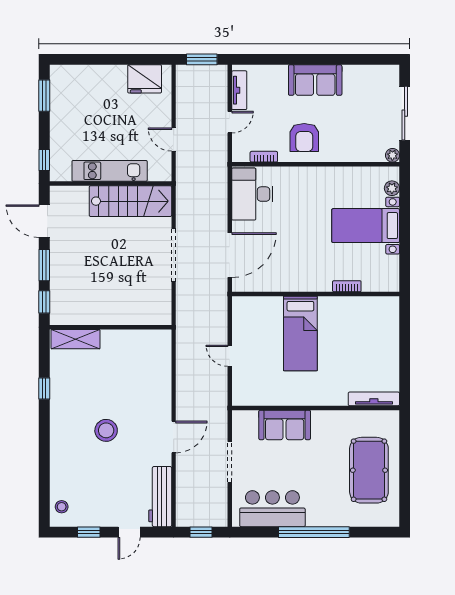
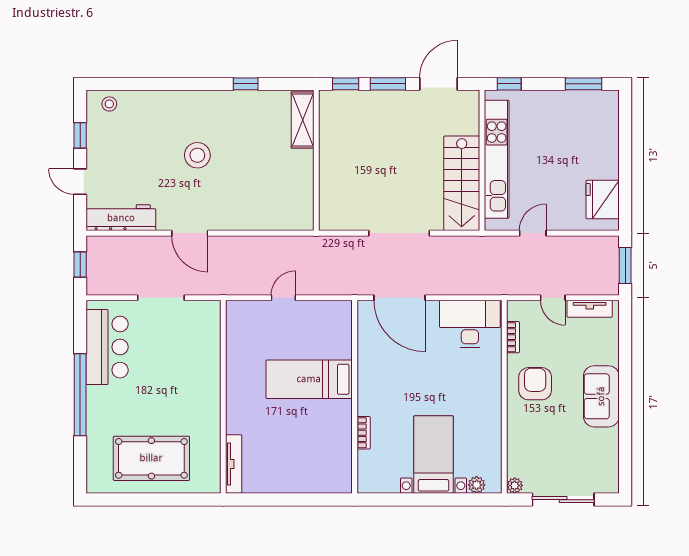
armchair: (304, 138) -> (535, 384), turned 90
kitchen unit: (110, 171) -> (497, 159), width x1.36
sofa: (285, 425) -> (204, 361), removed

